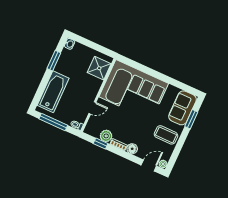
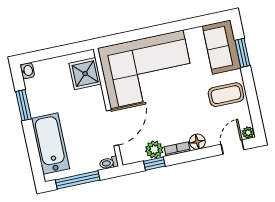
door: (92, 108) -> (113, 128), width x1.88

